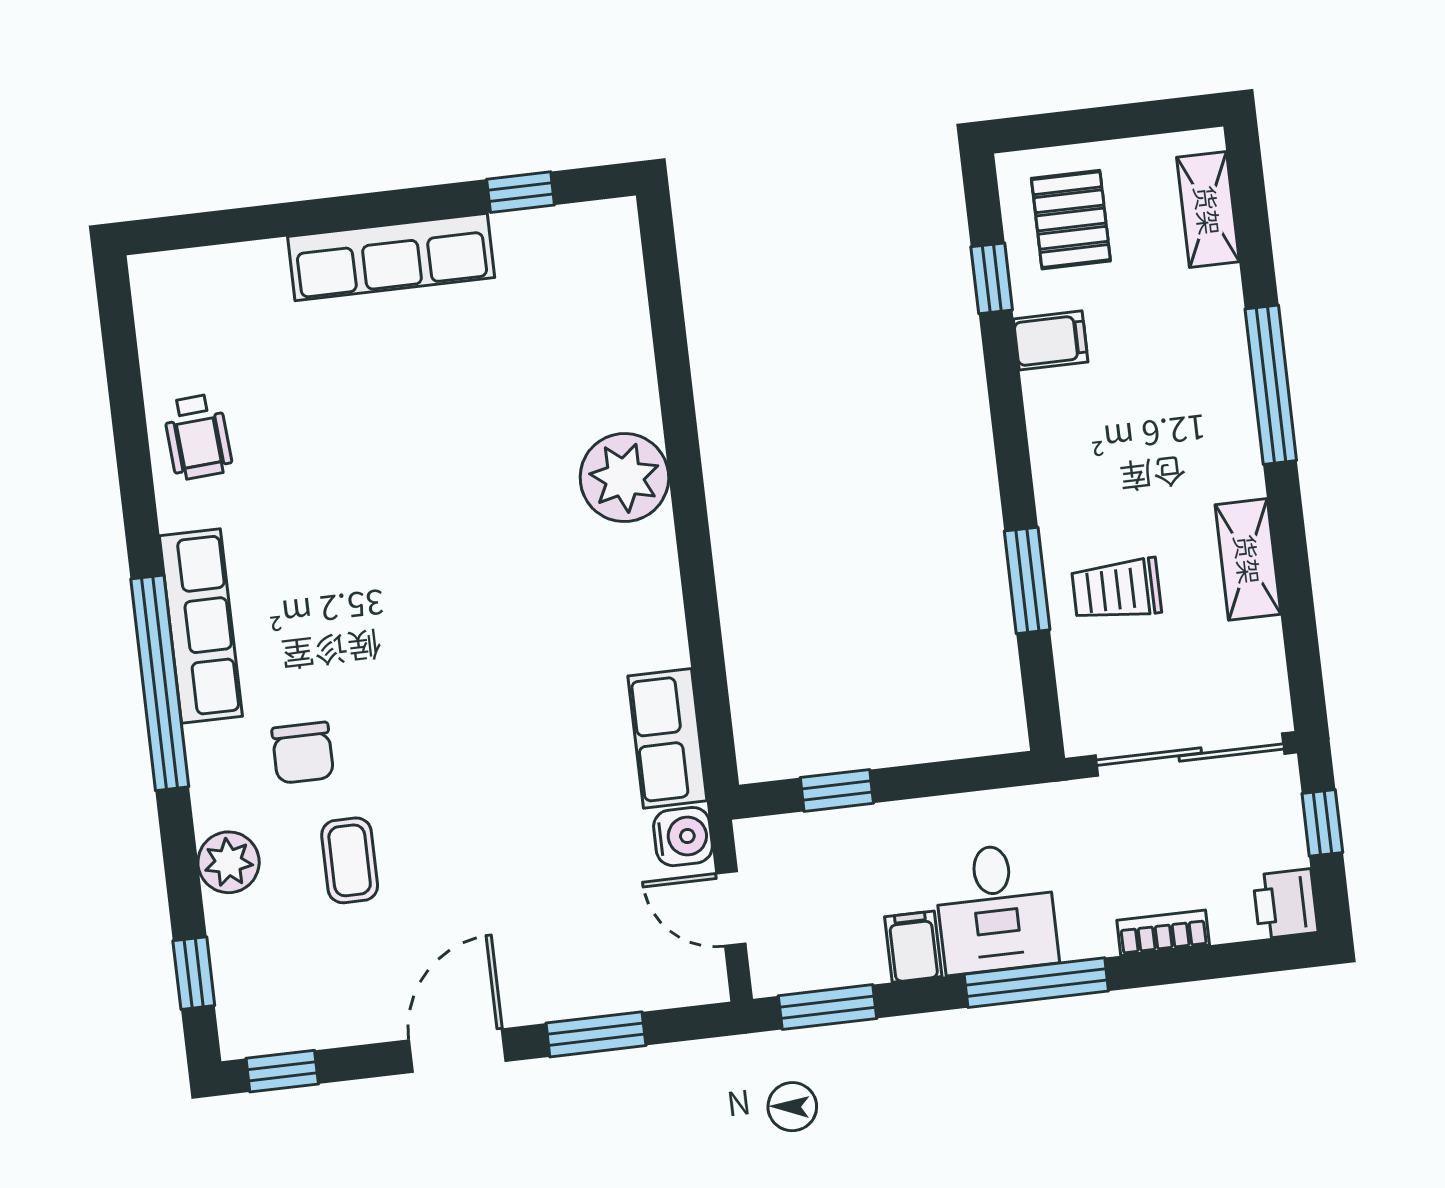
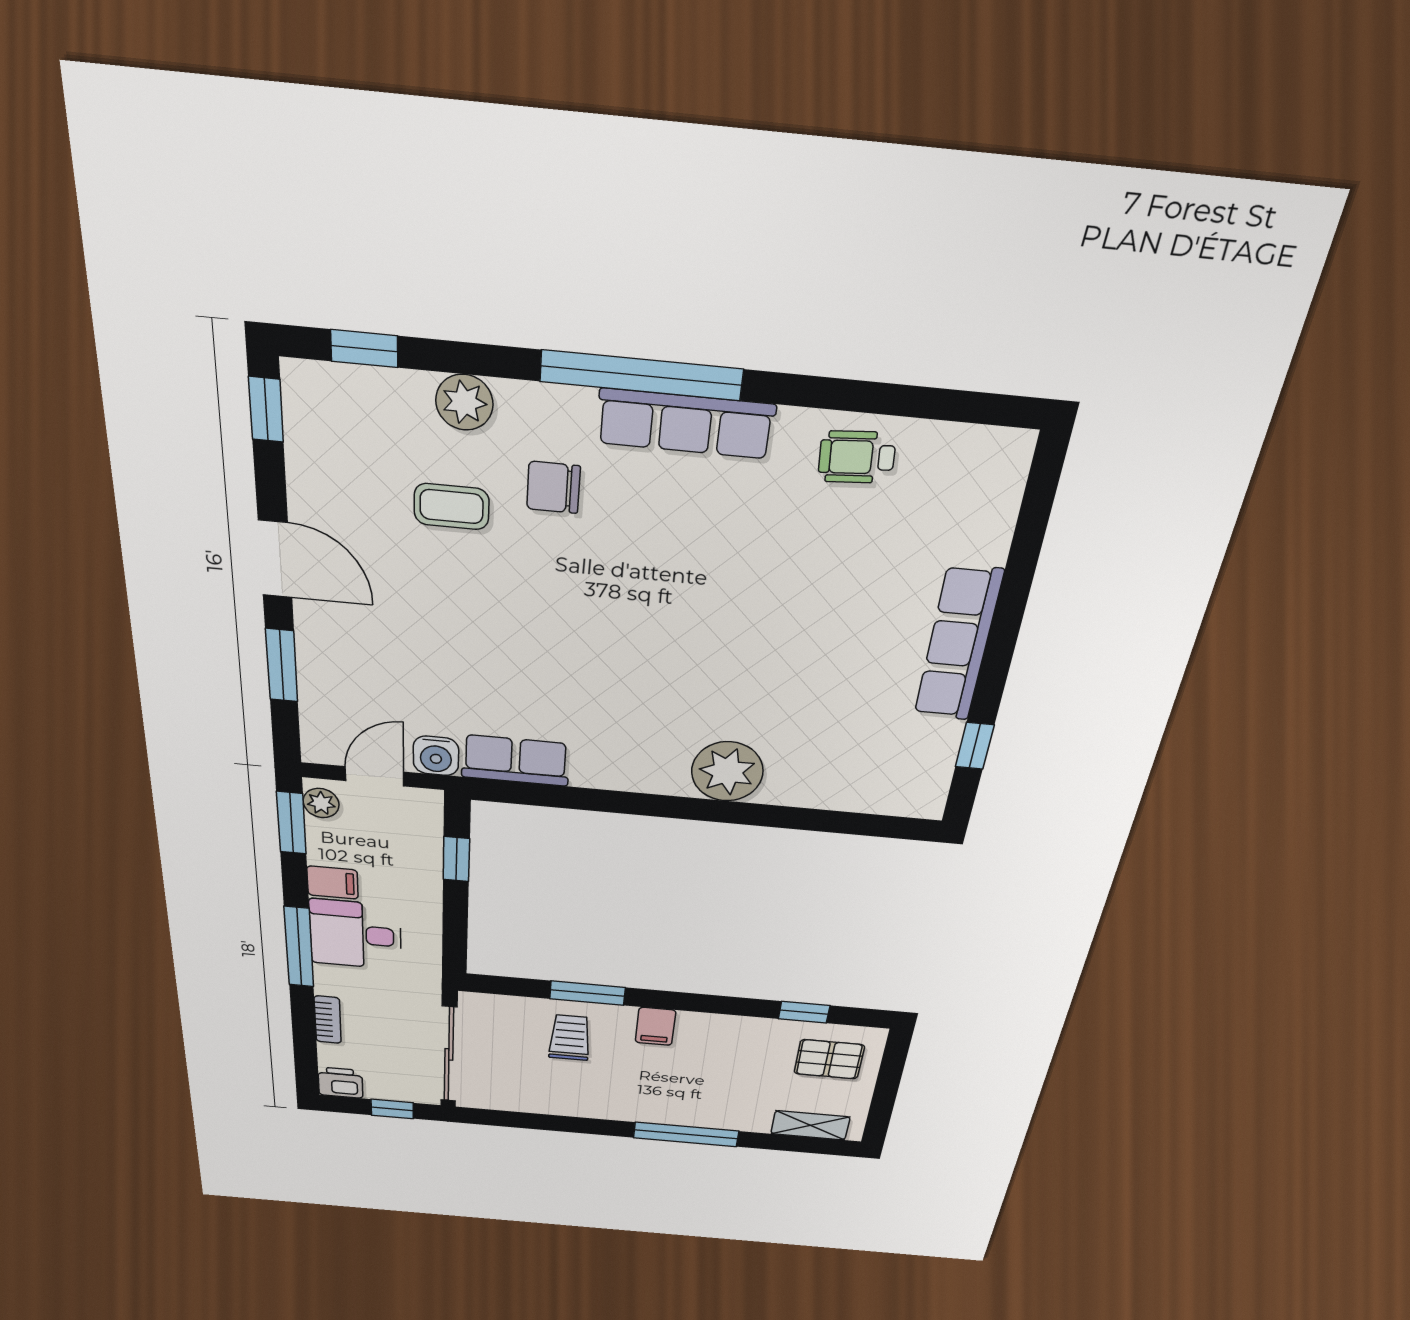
filing cabinet: (1051, 340) -> (655, 1026), moved
shelving: (1248, 559) -> (574, 1104), removed
plant: (787, 972) -> (321, 803), added

